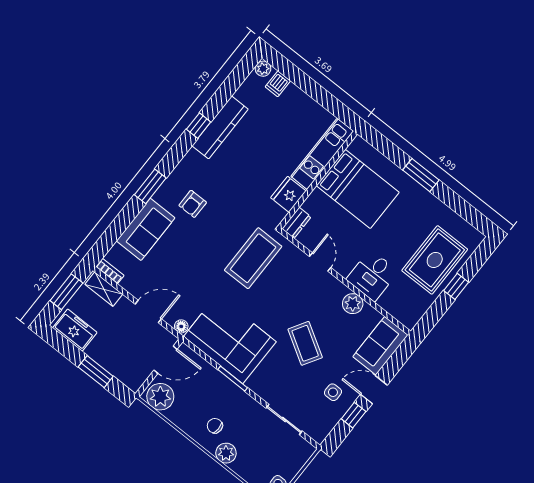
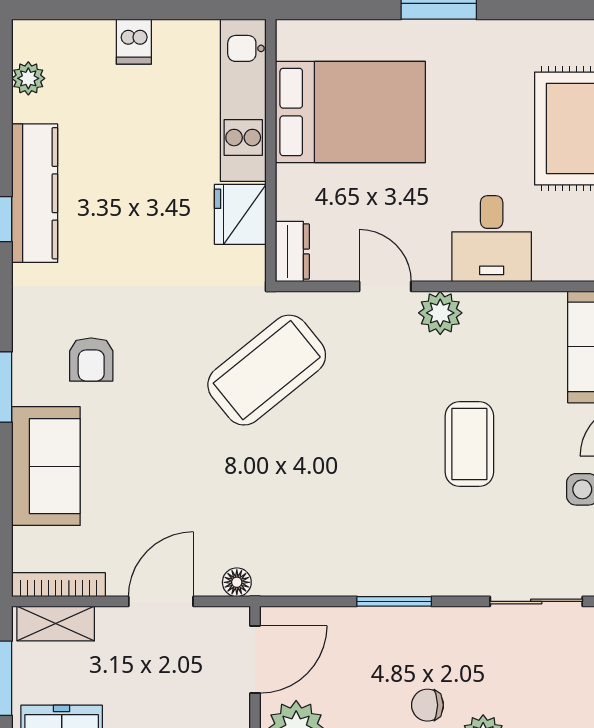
plant: (263, 69) -> (28, 78), moved
dishwasher: (278, 84) -> (134, 42), moved
coffee table: (253, 258) -> (267, 370), turned 51
bookcase: (110, 271) -> (58, 585), width x1.56
plant: (353, 304) -> (440, 313), moved
corner sofa: (230, 339) -> (336, 538), removed
coffee table: (305, 343) -> (469, 444), turned 59

